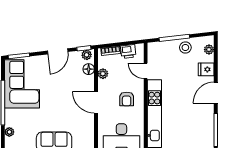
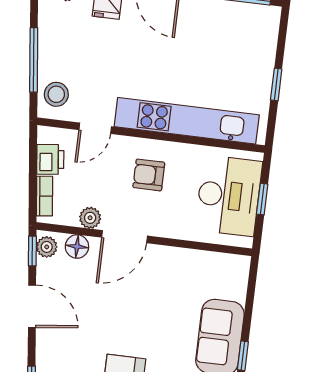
stool: (185, 47) -> (56, 94), moved
armchair: (127, 99) -> (149, 175), turned 180
door: (96, 102) -> (125, 237), moved

